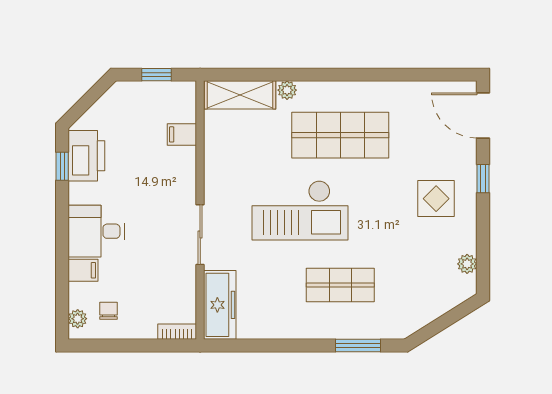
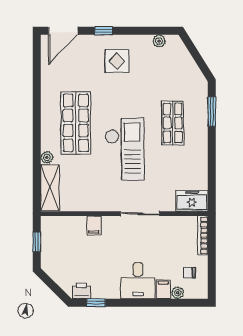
filing cabinet: (182, 134) -> (94, 225), moved
printer: (86, 156) -> (82, 291), width x0.53, depth x0.68
freezer: (220, 305) -> (192, 201), width x0.71
plant: (78, 319) -> (178, 293), moved
bookcase: (177, 332) -> (203, 235), width x1.56

